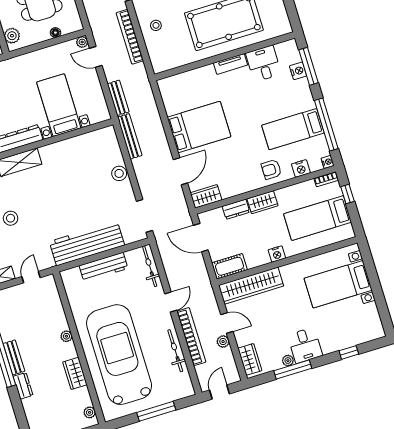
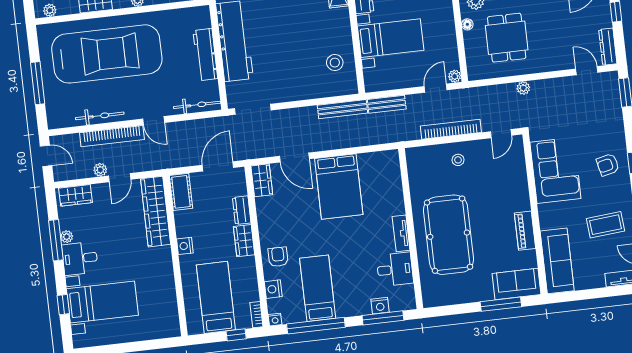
floor lamp: (55, 33) -> (467, 24), moved
stool: (119, 173) -> (335, 63), moved
bed with nightstands: (338, 284) -> (102, 302), moved, turned 90

